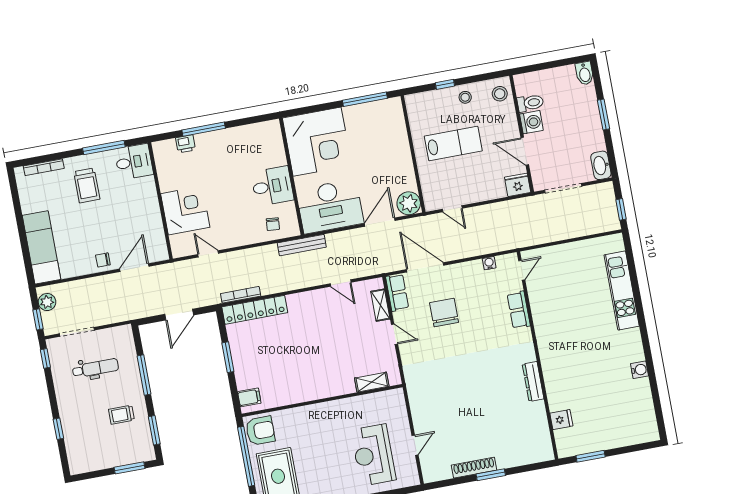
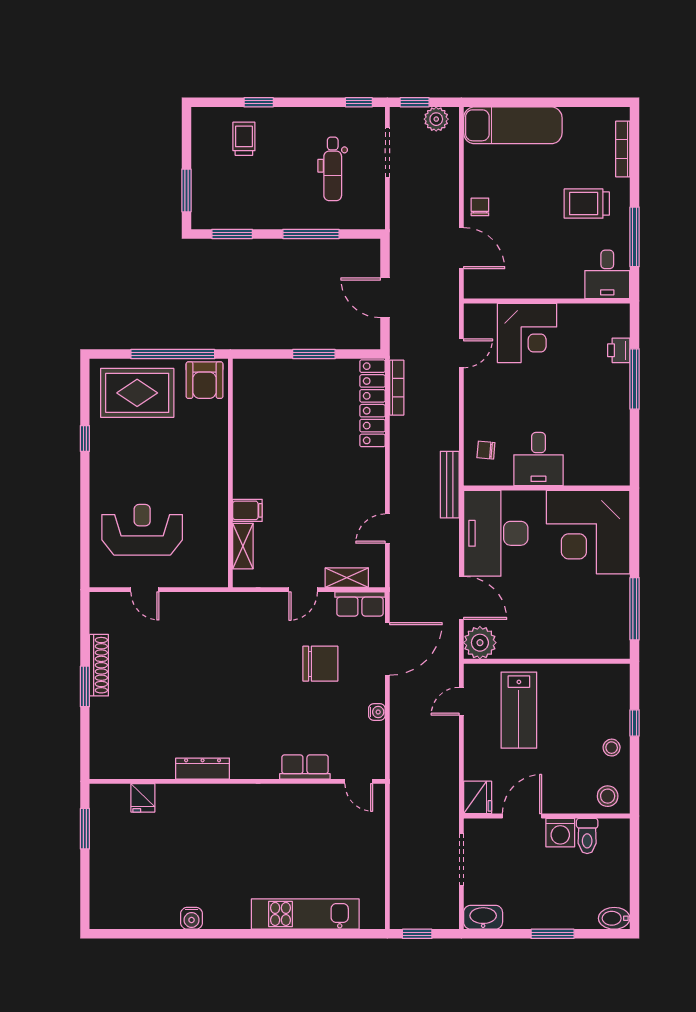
lab bench: (453, 144) -> (519, 710), moved
water cooler: (489, 263) -> (377, 712), moved
filing cabinet: (249, 397) -> (247, 510), moved, turned -90
trolley: (121, 415) -> (244, 139), moved

